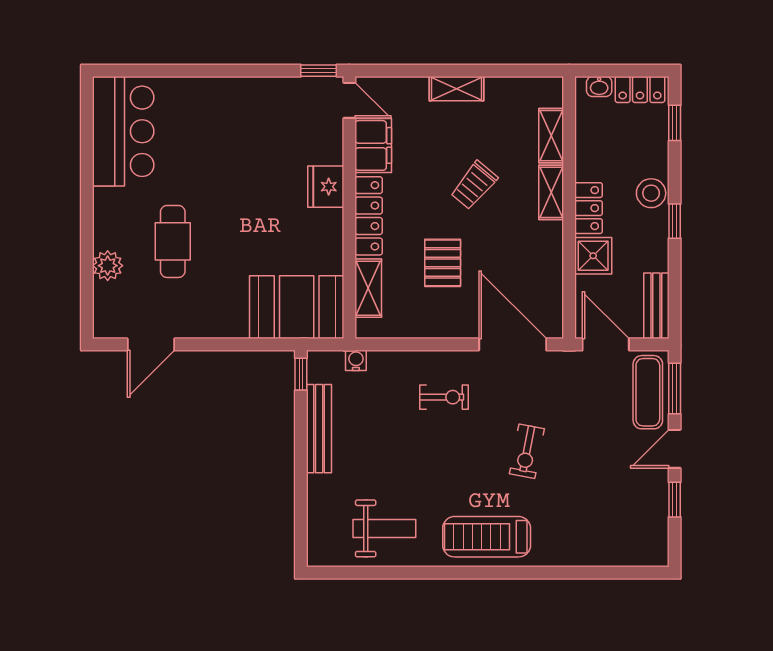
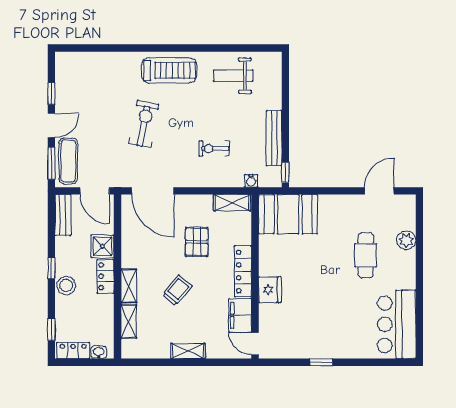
window: (319, 71) -> (321, 362), moved
shelving: (368, 288) -> (232, 203), moved, turned 90
exercise bike: (444, 397) -> (214, 149), moved
exercise bike: (527, 451) -> (144, 124), width x1.38, depth x1.39

